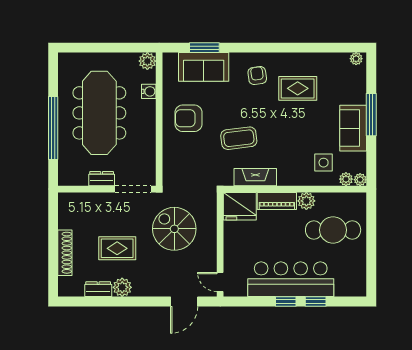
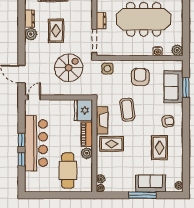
sofa: (353, 128) -> (150, 183), moved
rug: (292, 162) -> (112, 144), added
side table: (324, 163) -> (107, 69), moved

